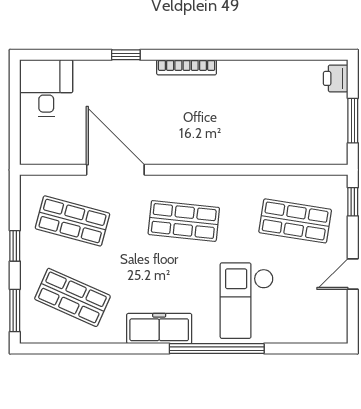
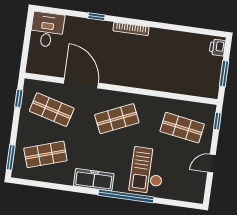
shop shelf: (184, 221) -> (117, 119), turned -30
window: (15, 246) -> (19, 98), moved
shop shelf: (72, 297) -> (45, 154), turned -42

